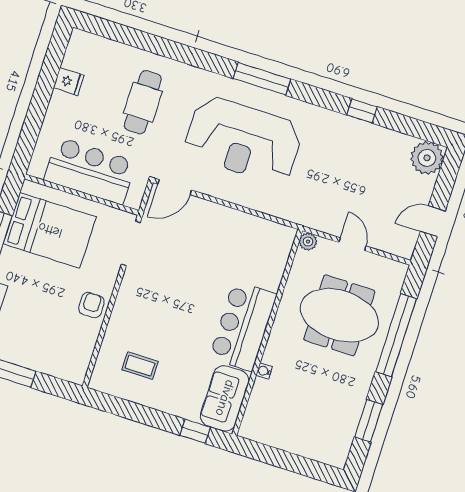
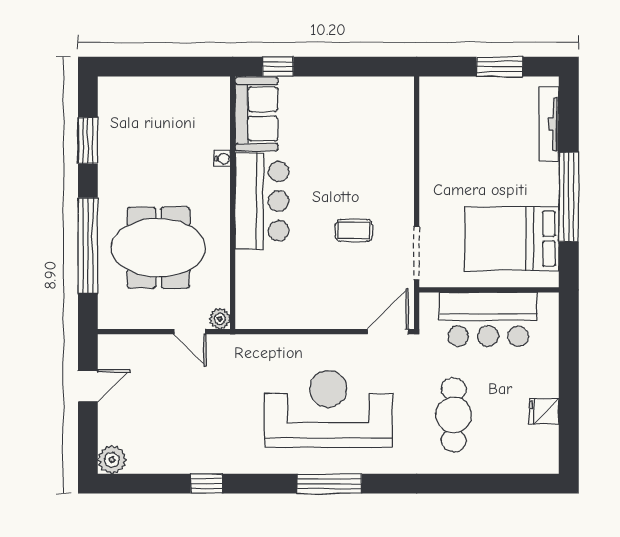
plant: (427, 158) -> (112, 460), width x0.73, depth x0.73
door: (352, 244) -> (190, 332), moved
armchair: (91, 305) -> (438, 170), removed
coffee table: (140, 366) -> (354, 230), moved

